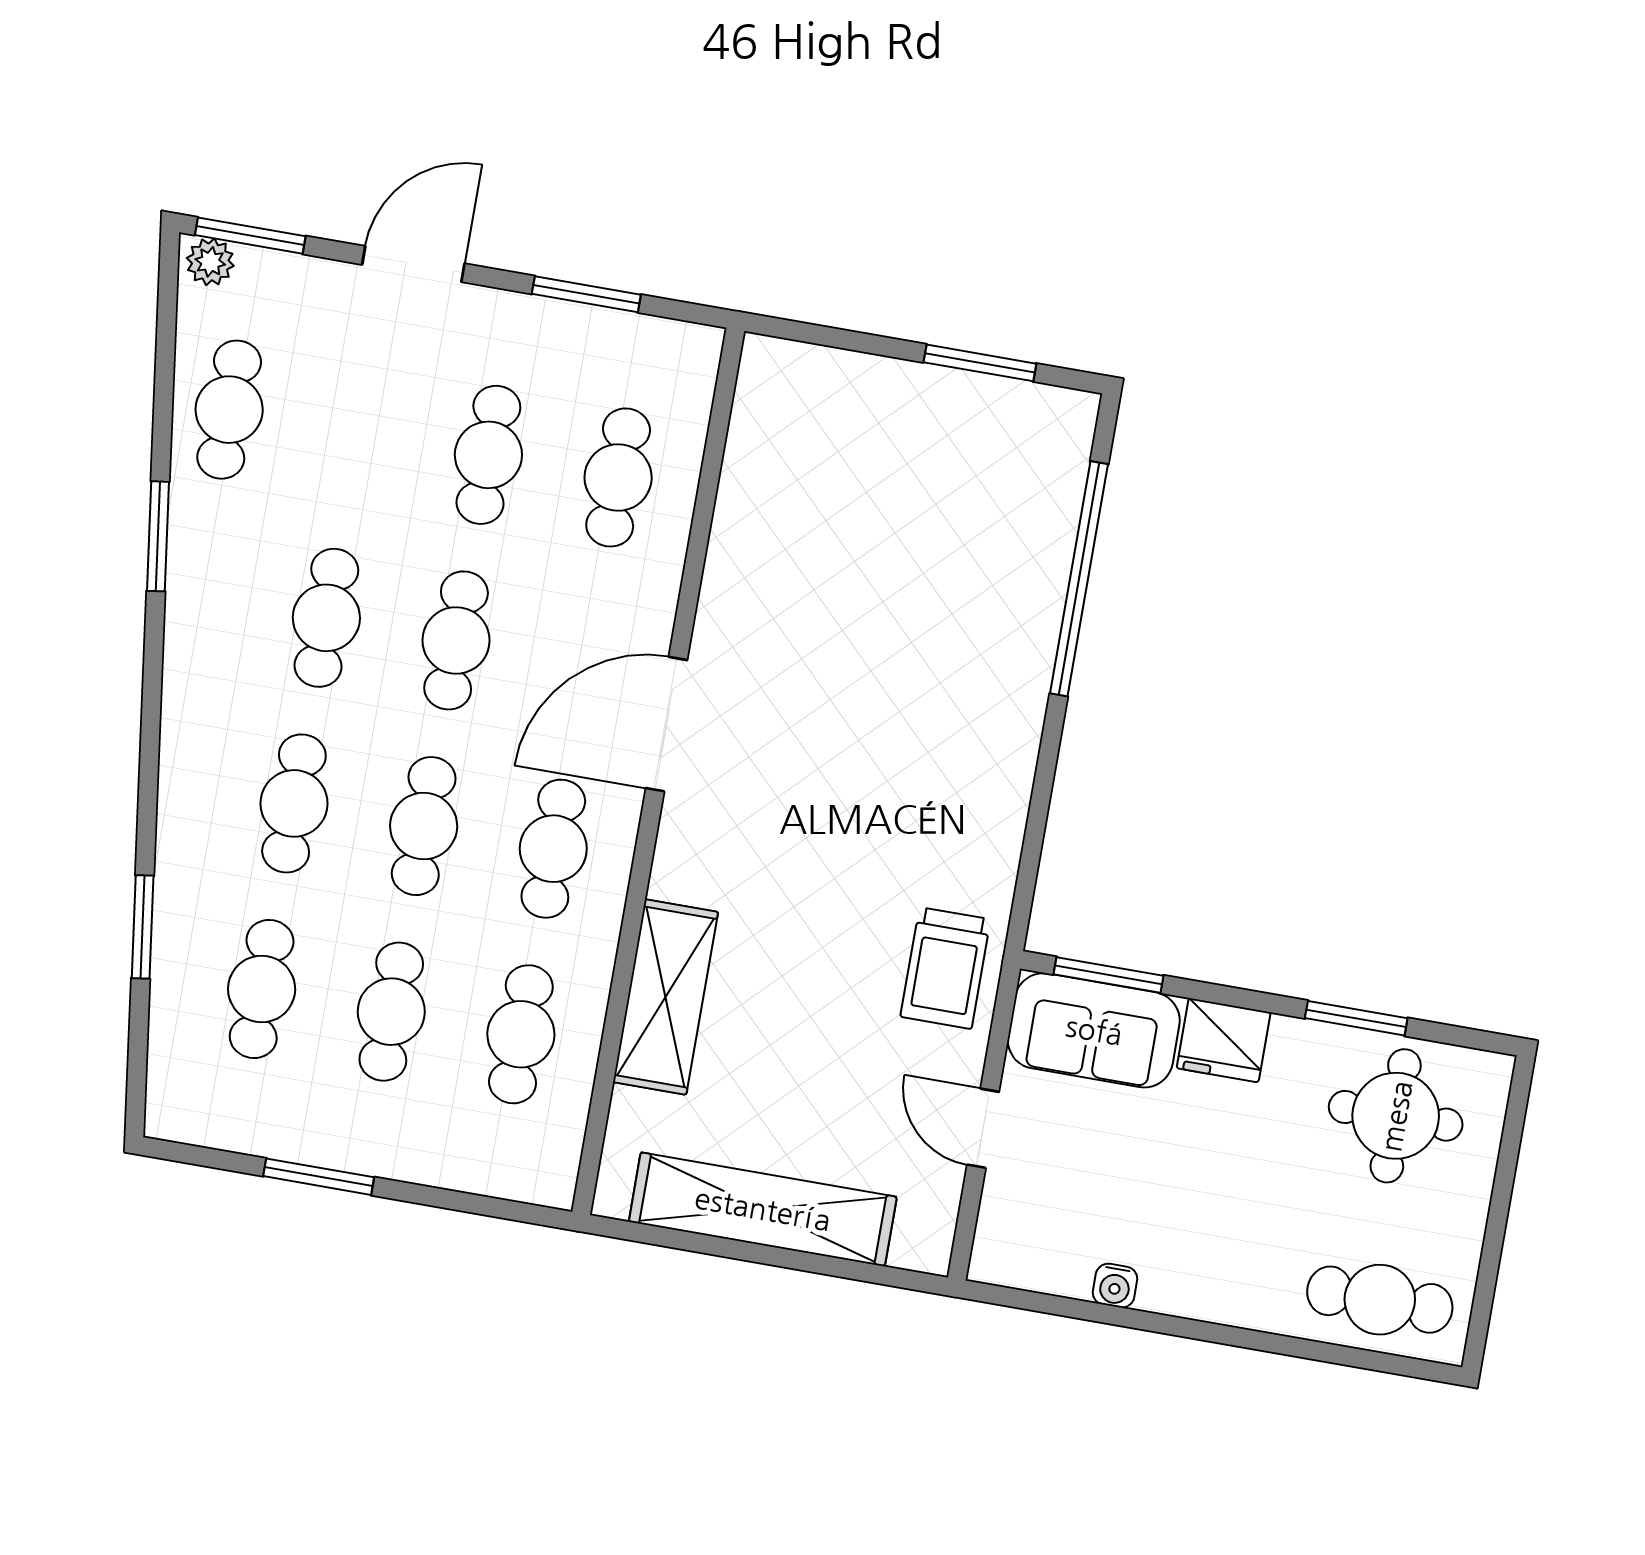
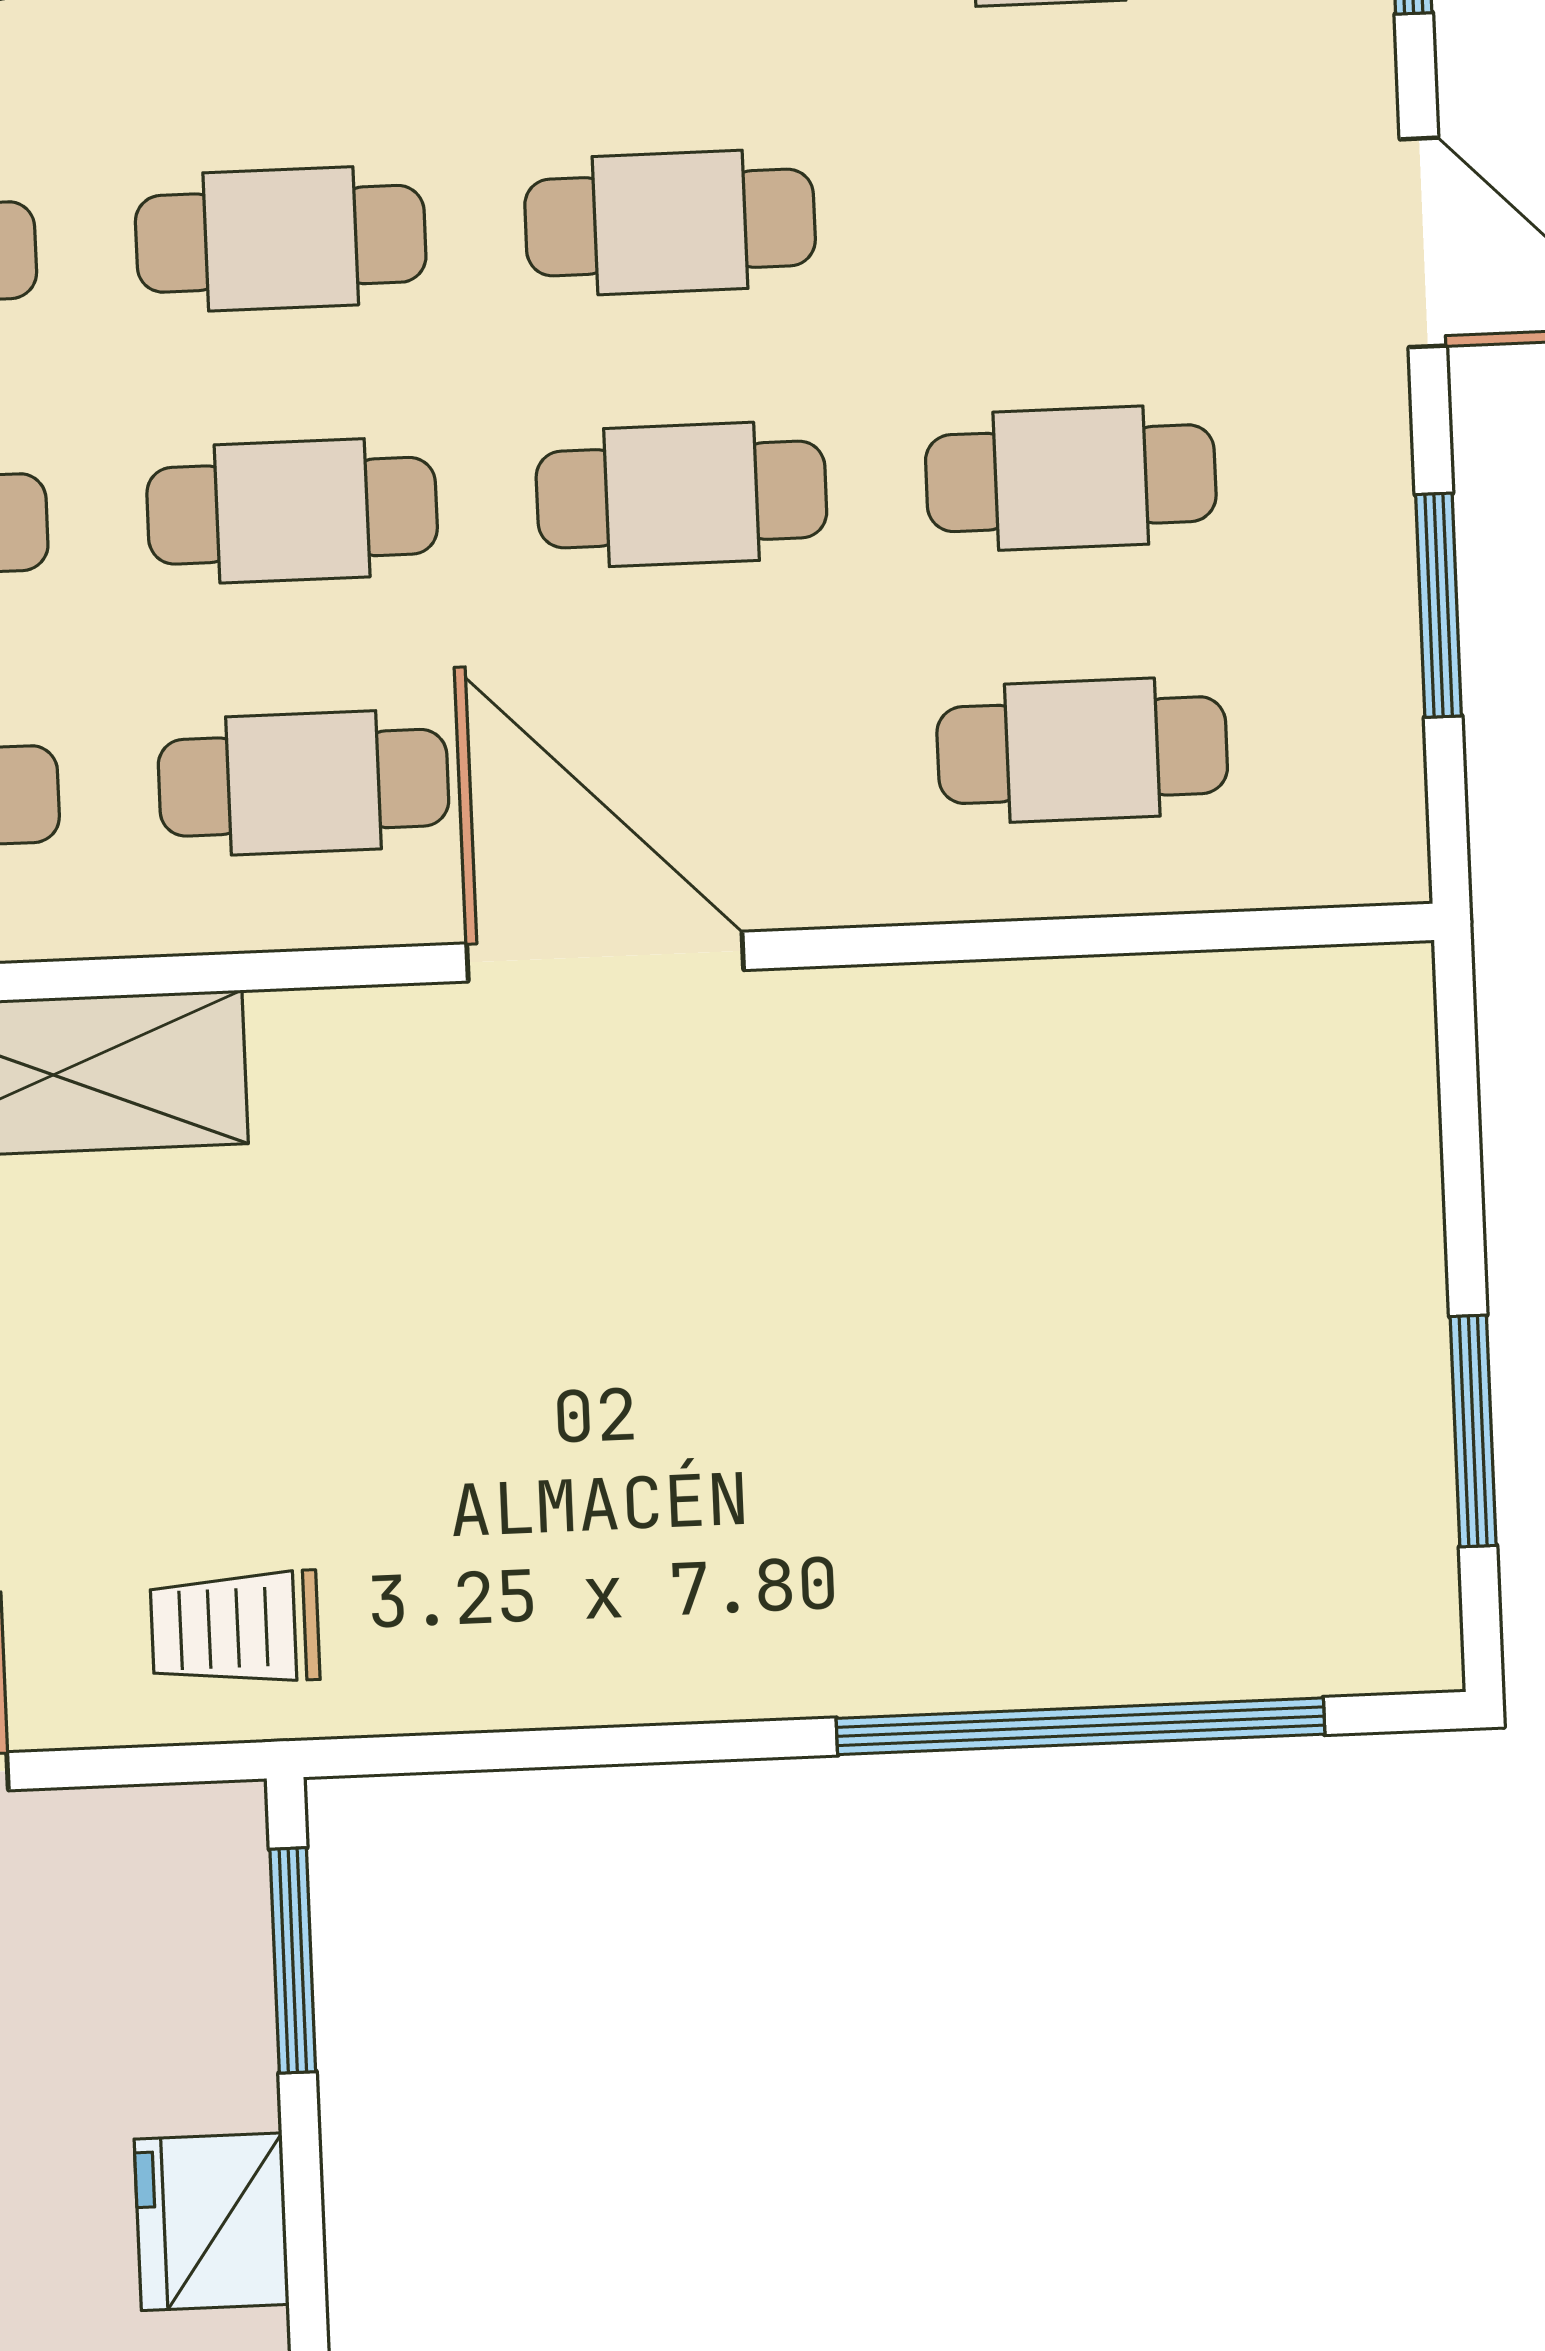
trolley: (945, 968) -> (235, 1628), width x0.73, depth x0.72
sofa: (1094, 1030) -> (175, 1955), removed

